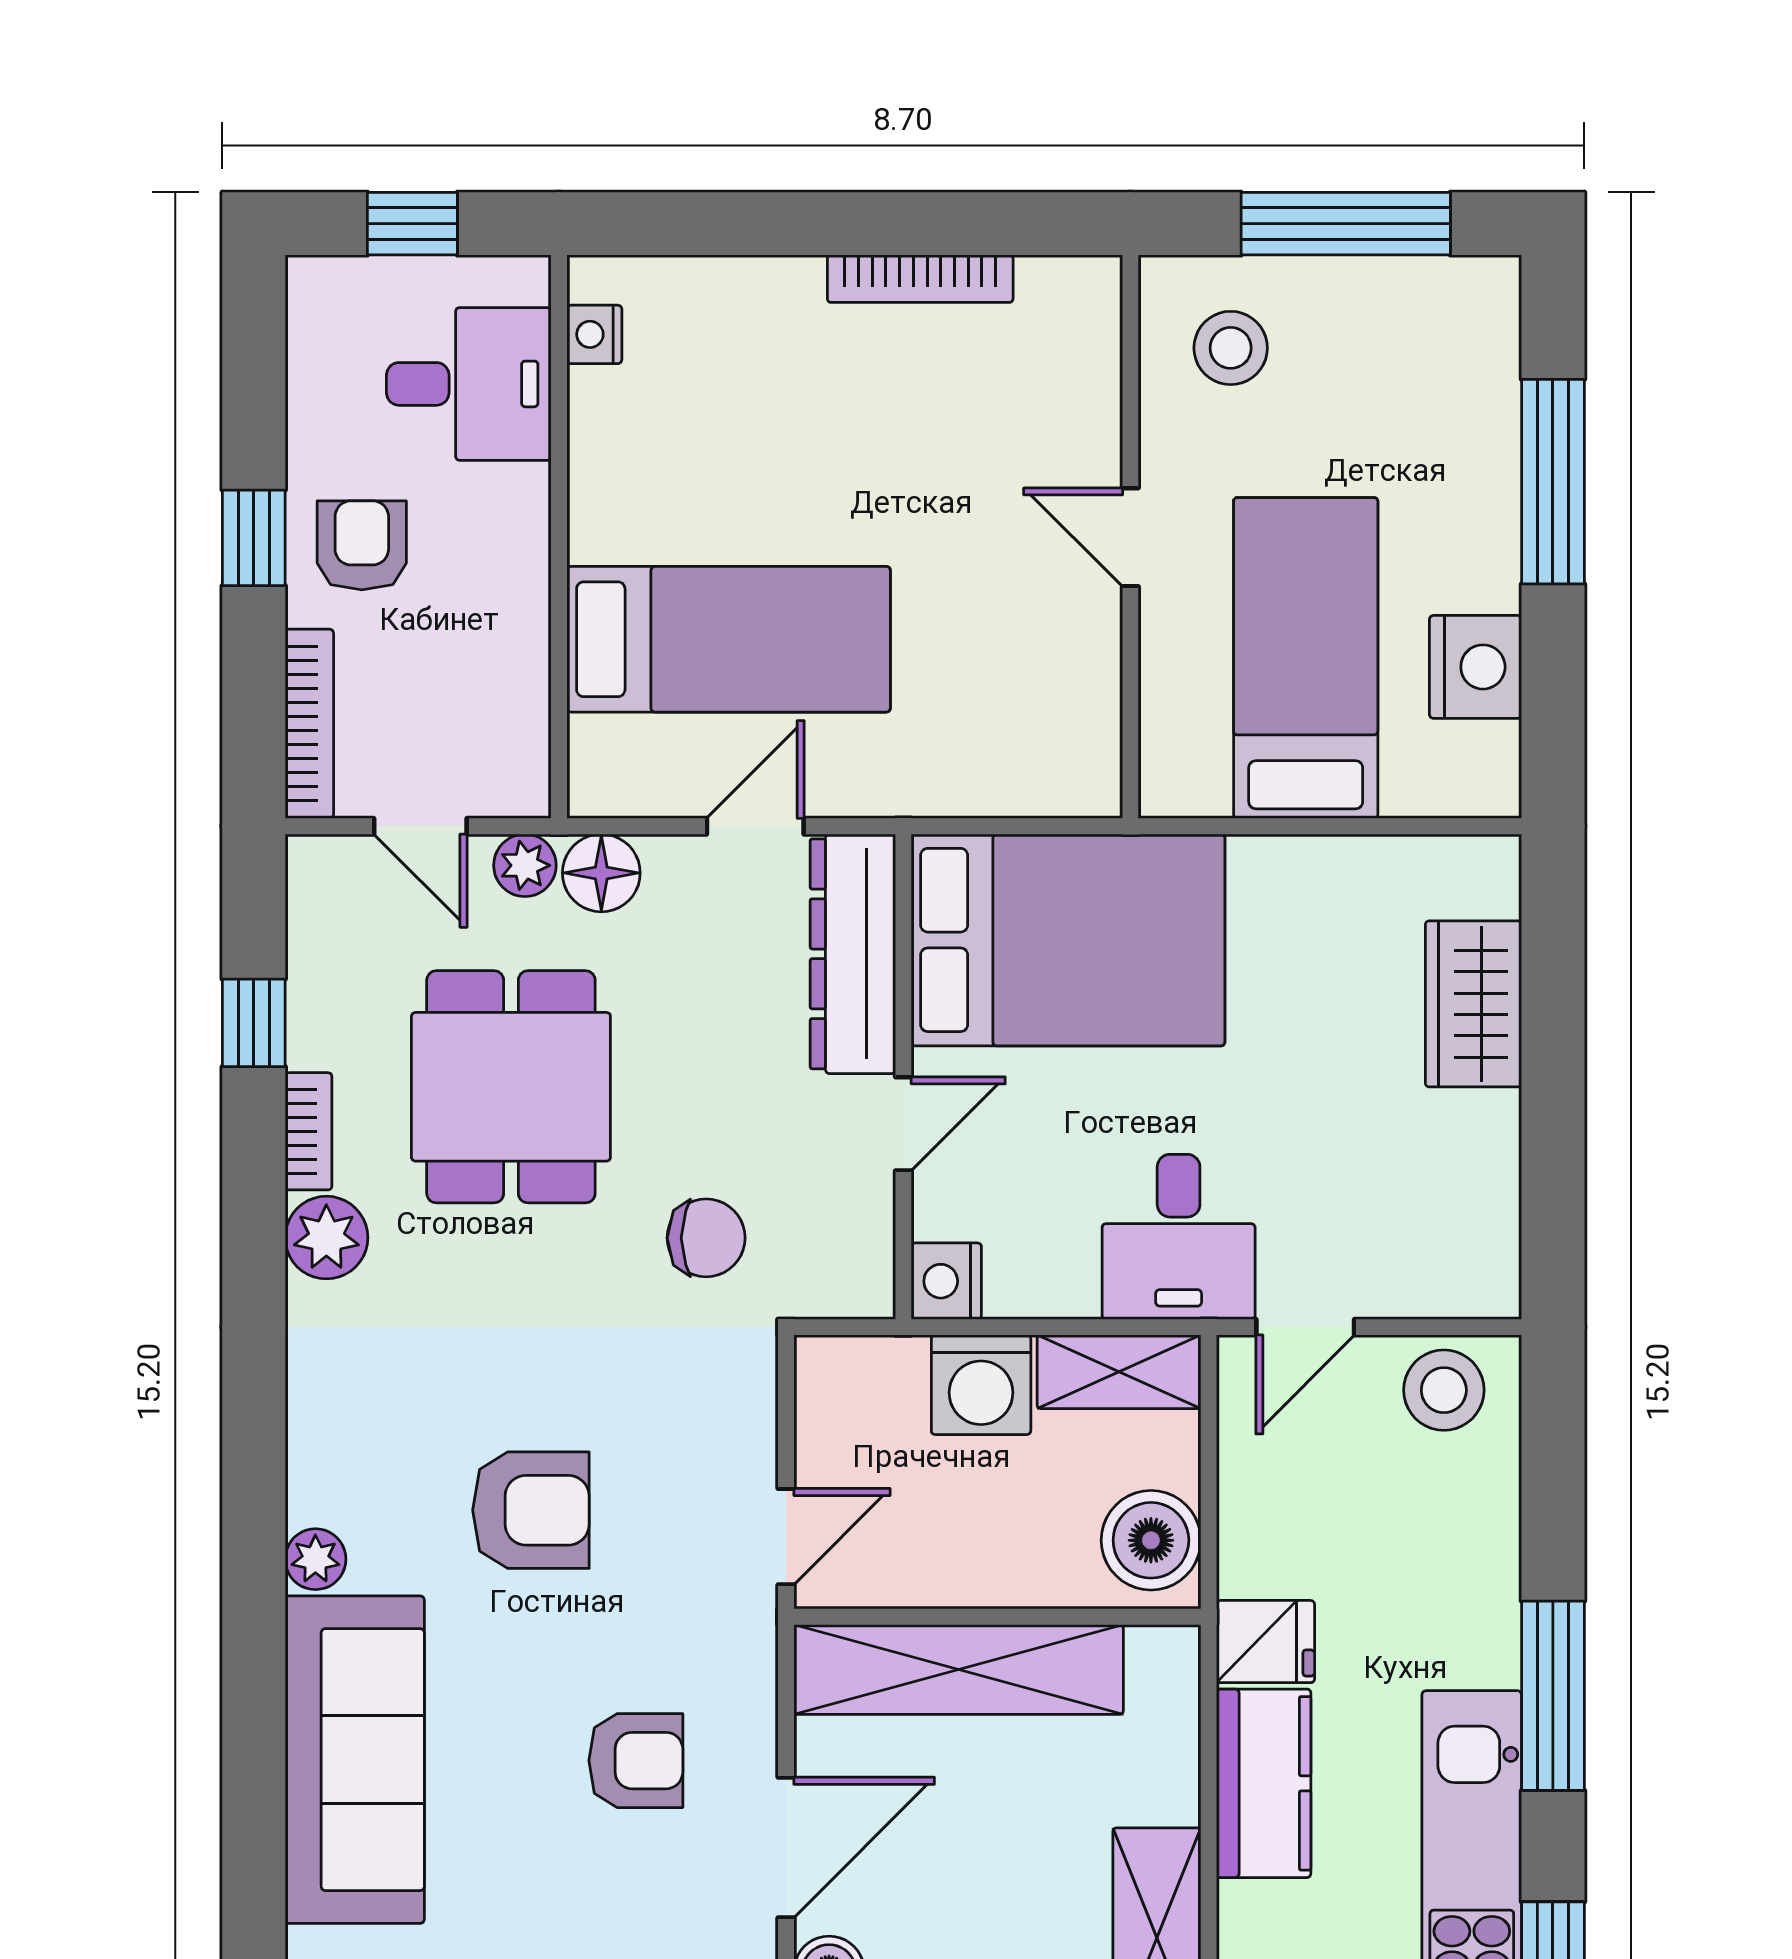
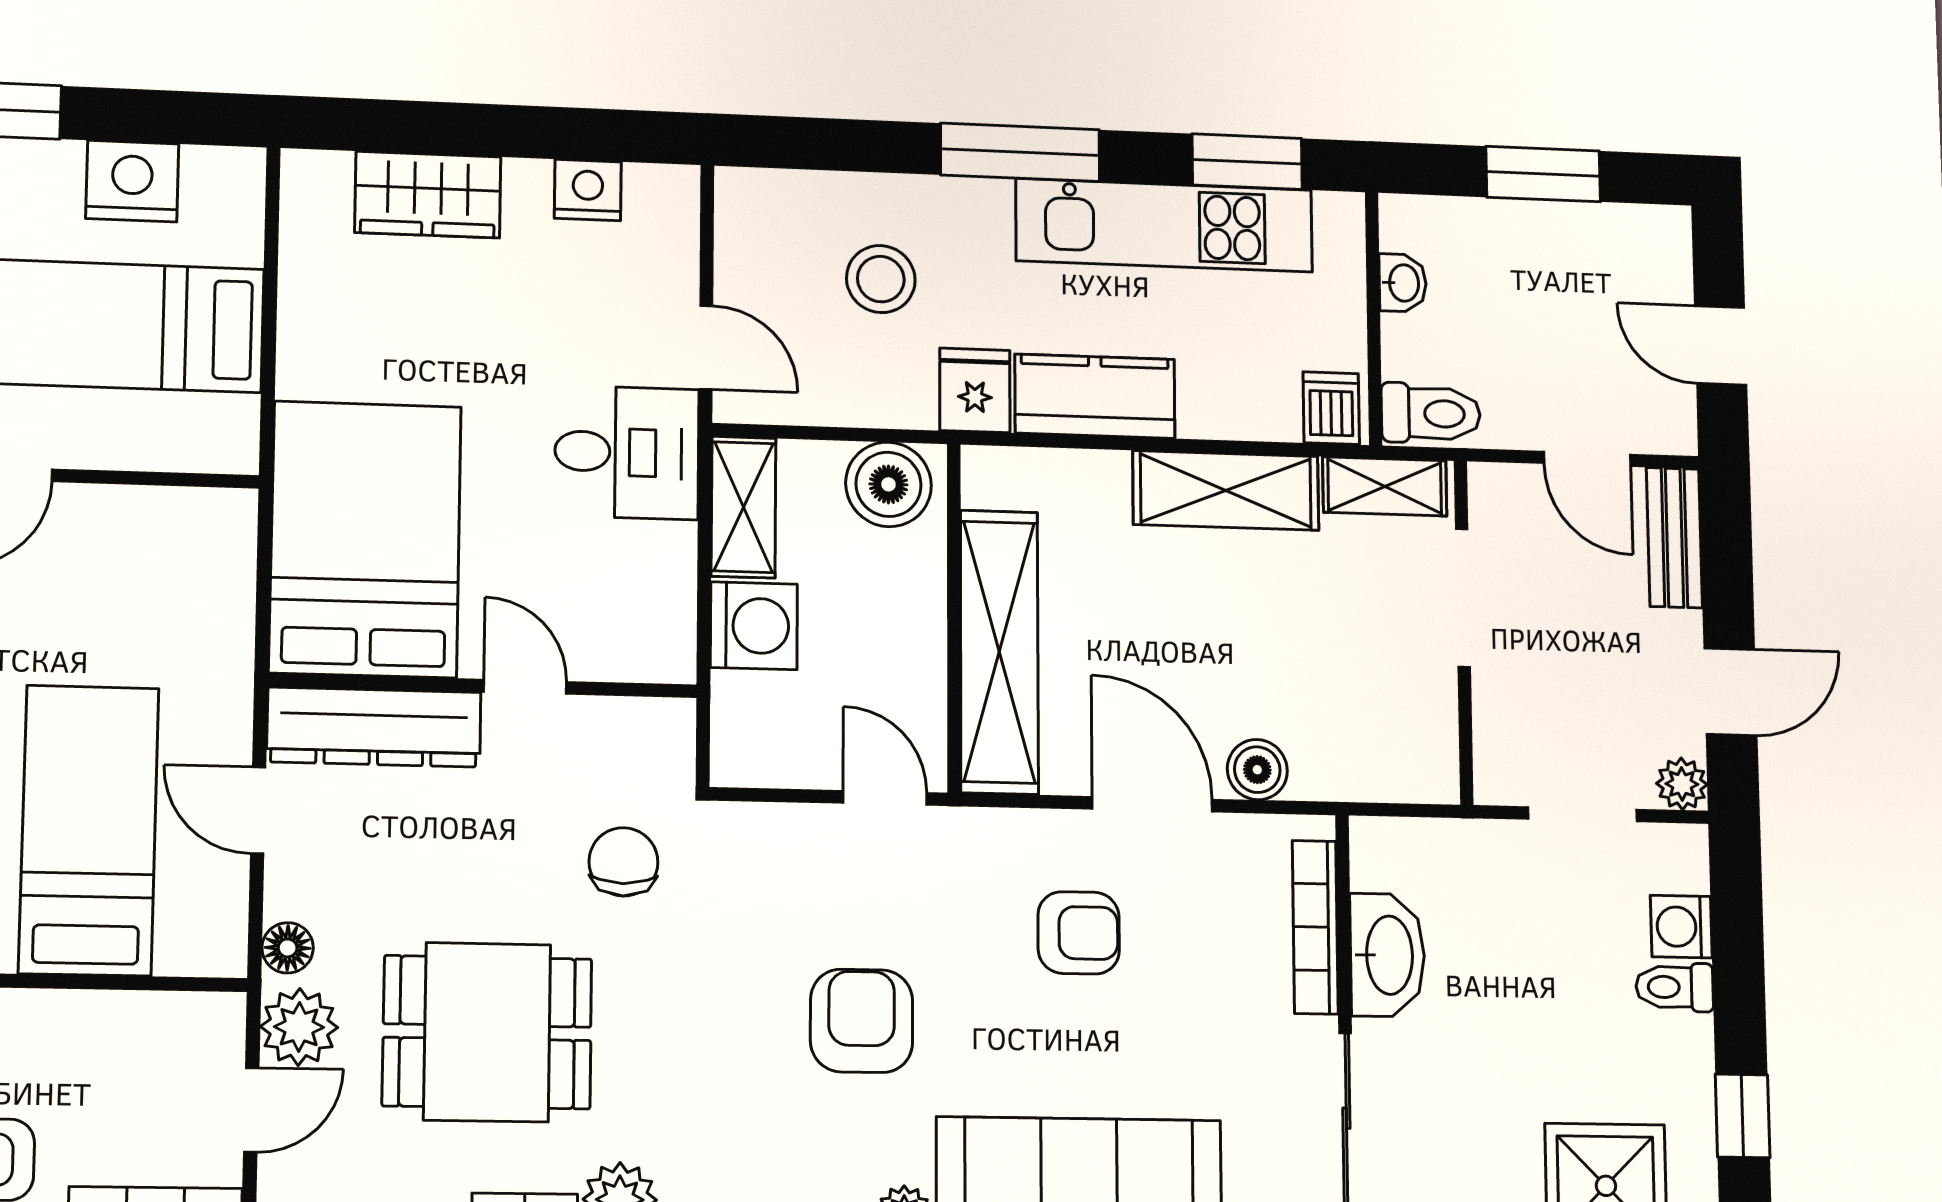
plant: (525, 865) -> (299, 1027), width x1.38, depth x1.38
floor lamp: (601, 873) -> (288, 948), width x0.73, depth x0.73
nightstand: (946, 1281) -> (588, 190), moved, turned 180
stool: (1444, 1390) -> (881, 279), moved
armchair: (636, 1761) -> (1079, 933), turned 90

